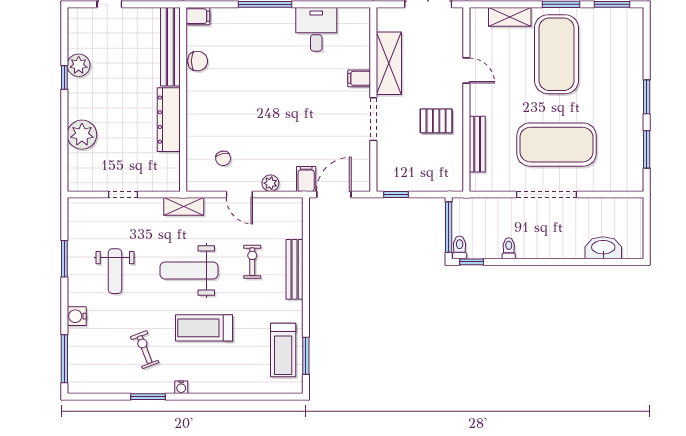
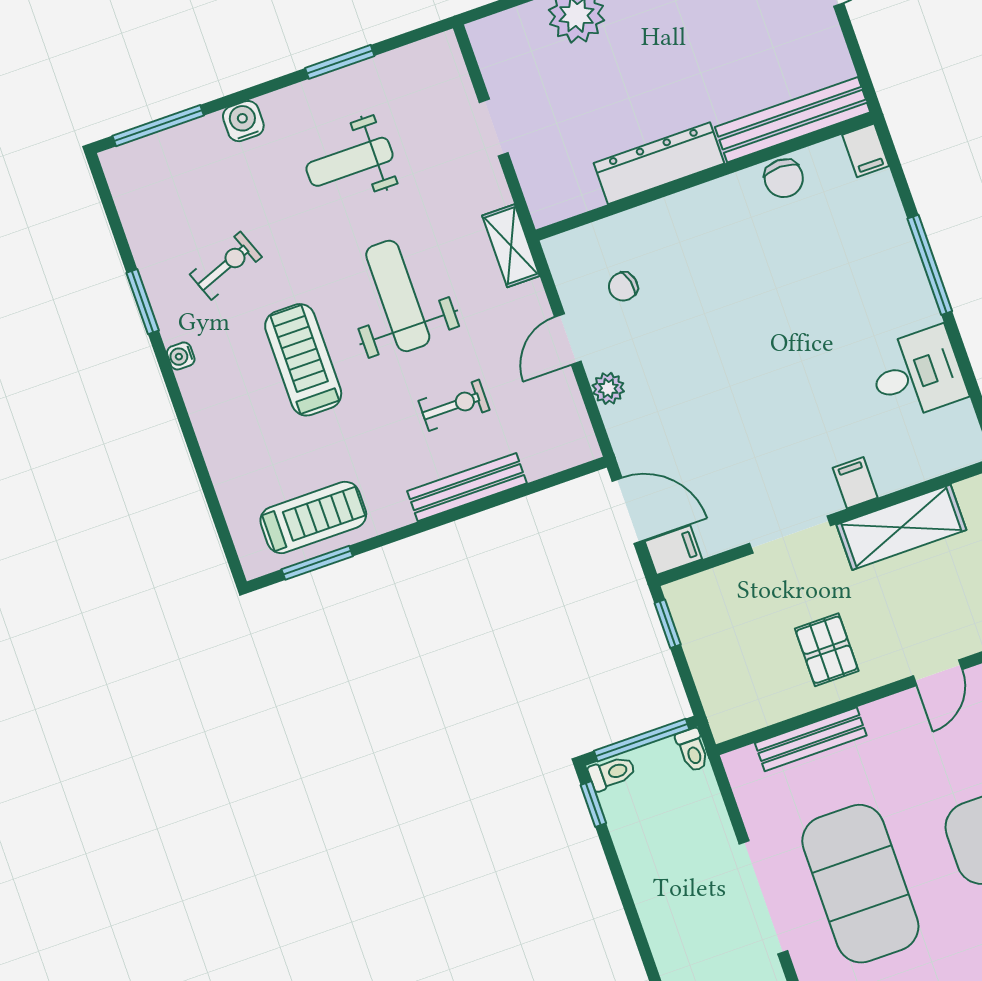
filing cabinet: (306, 179) -> (673, 550), moved
toilet: (509, 248) -> (692, 750), moved, turned 90
treadmill: (283, 350) -> (313, 517), turned 180

